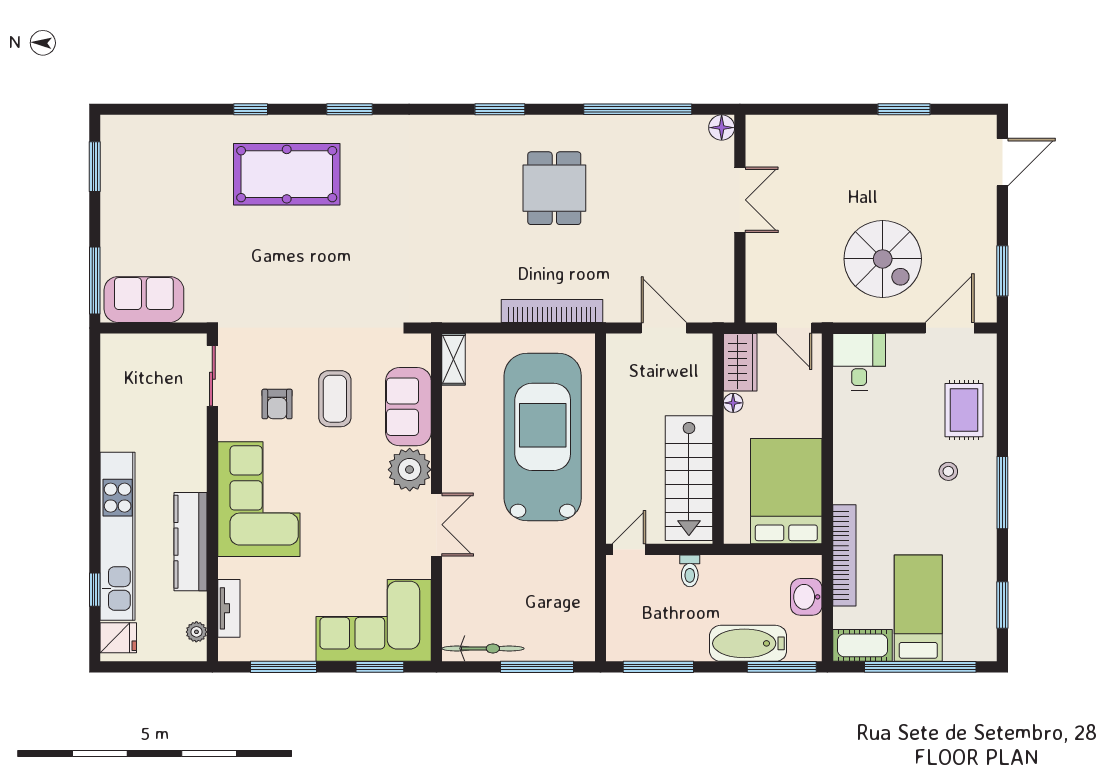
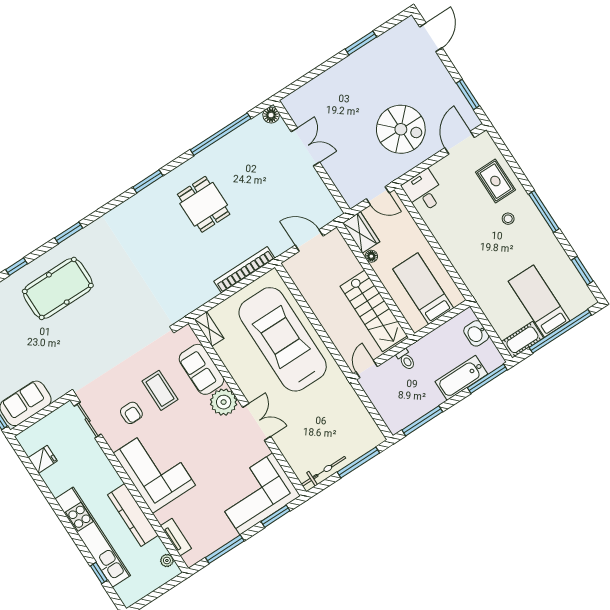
bed: (786, 491) -> (423, 289), width x0.67
bookcase: (844, 555) -> (482, 299), removed
fridge: (118, 638) -> (43, 459), moved

